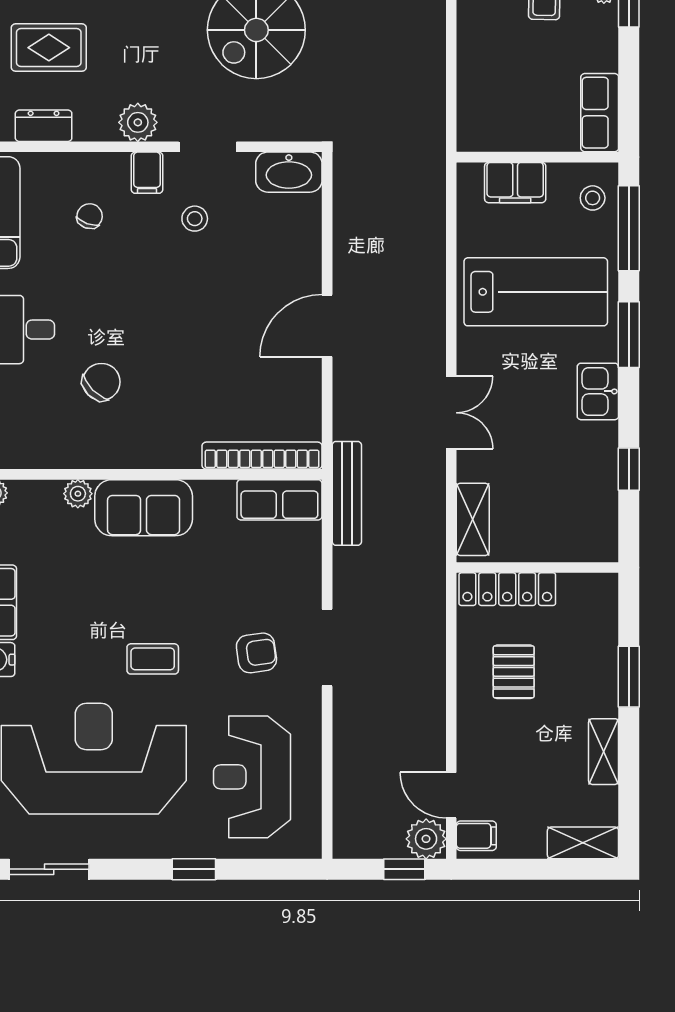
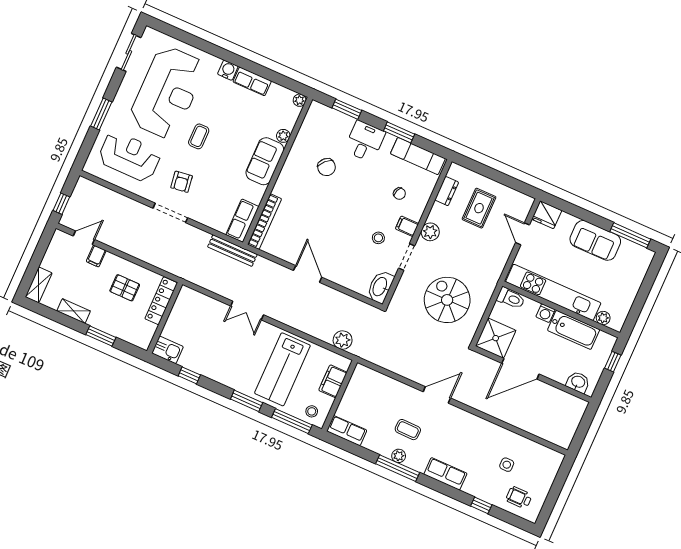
kitchen sink: (598, 391) -> (168, 350), moved
shelving: (473, 519) -> (197, 299), removed
filing cabinet: (476, 836) -> (96, 256), moved
plant: (426, 839) -> (343, 340), moved
window: (194, 869) -> (101, 114), width x1.50

